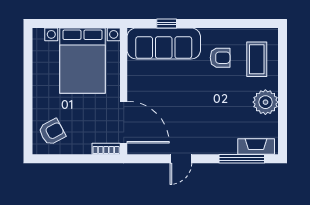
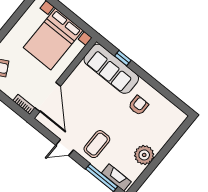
armchair: (220, 58) -> (138, 105), turned -90
coffee table: (257, 59) -> (97, 144), moved

